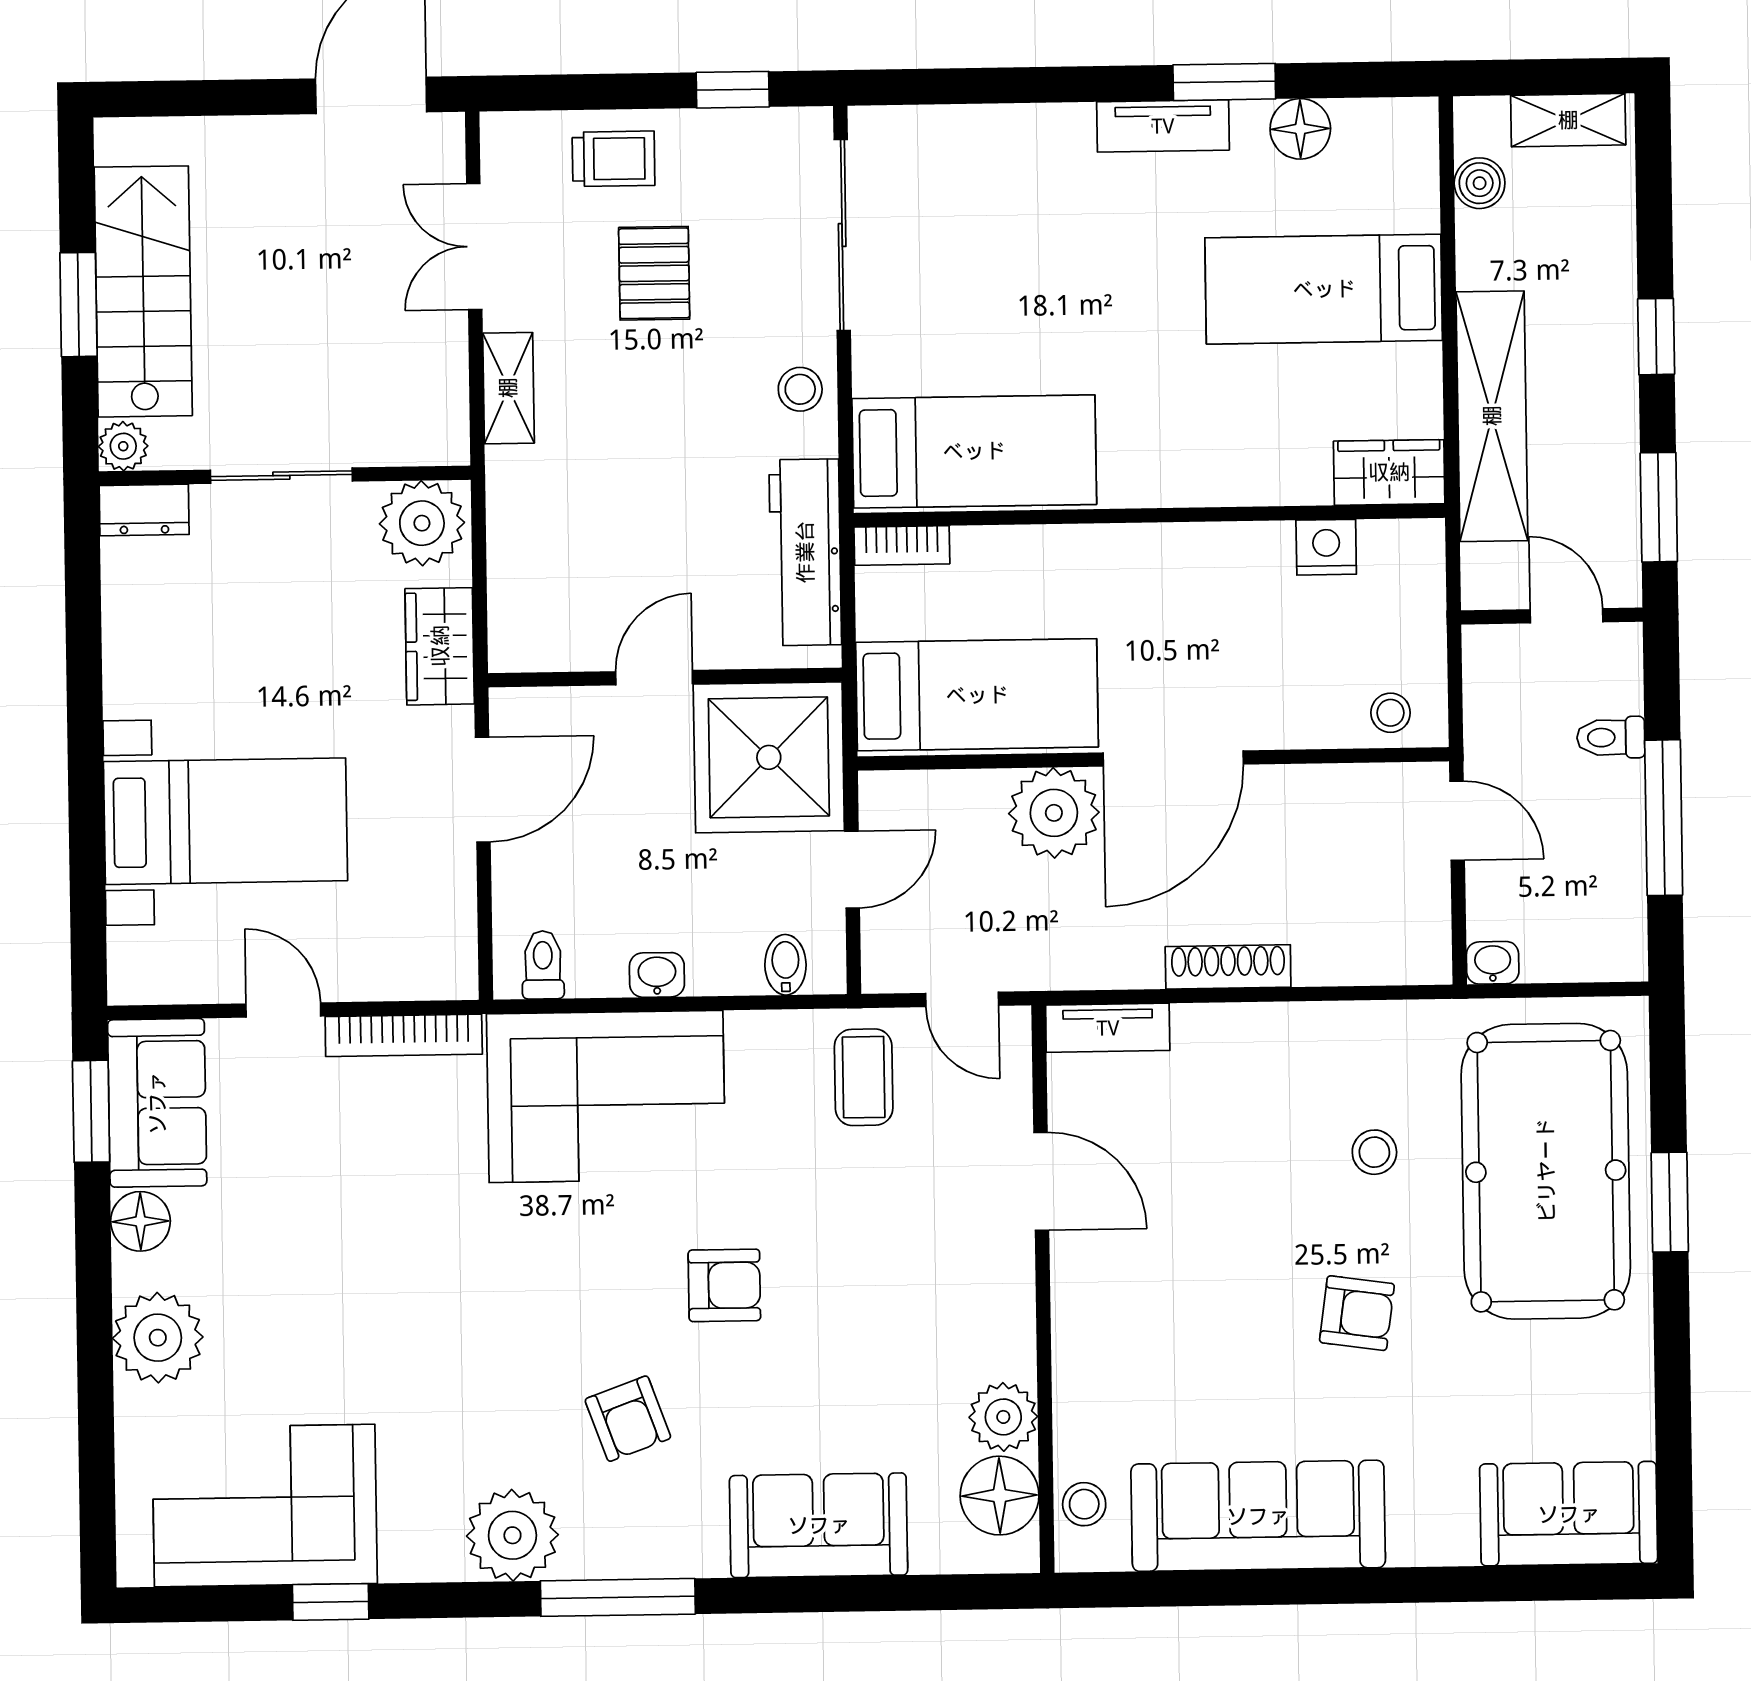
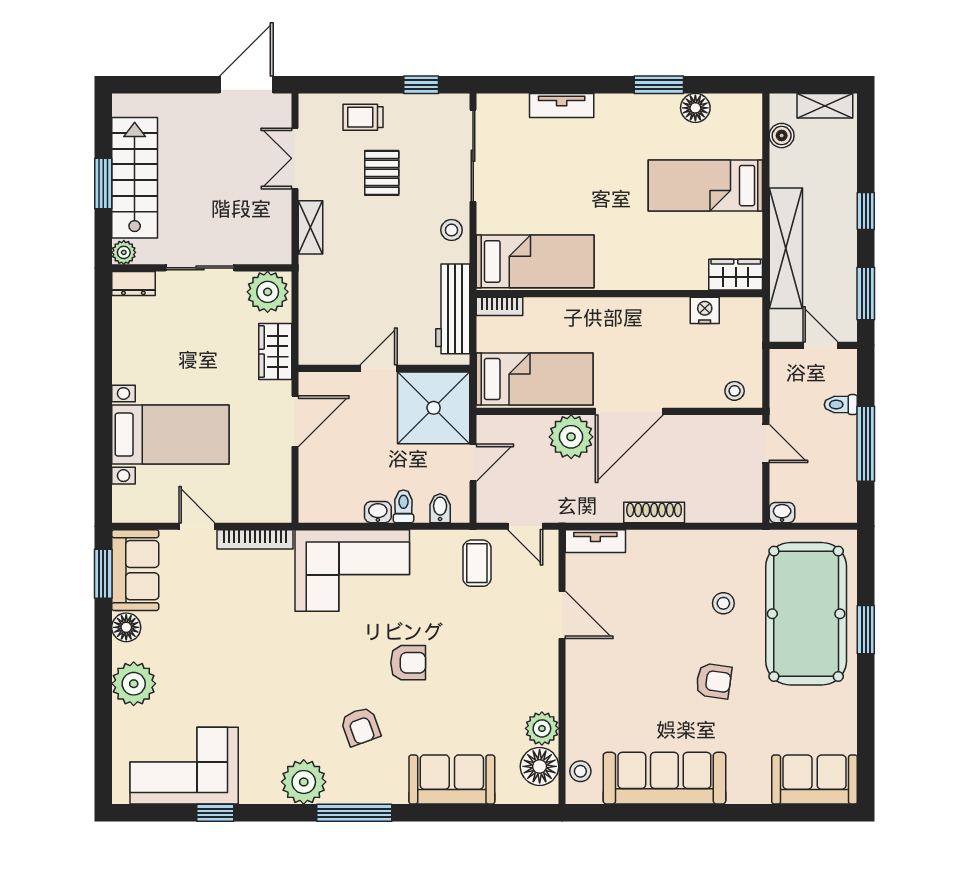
tv unit: (1163, 126) -> (562, 105), moved
trolley: (614, 159) -> (363, 117), turned 180
toilet: (543, 965) -> (403, 506), moved

